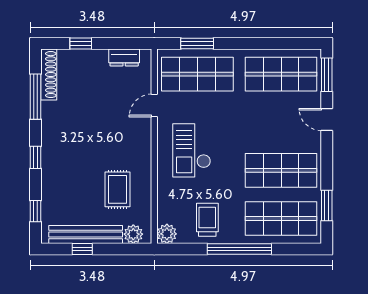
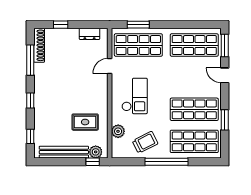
checkout: (192, 150) -> (135, 96), turned 180
rug: (117, 189) -> (85, 122), turned 90
window: (327, 205) -> (225, 120), moved
trolley: (207, 220) -> (145, 142), turned 63
plant: (167, 234) -> (118, 131), moved
window: (82, 249) -> (93, 162), moved

